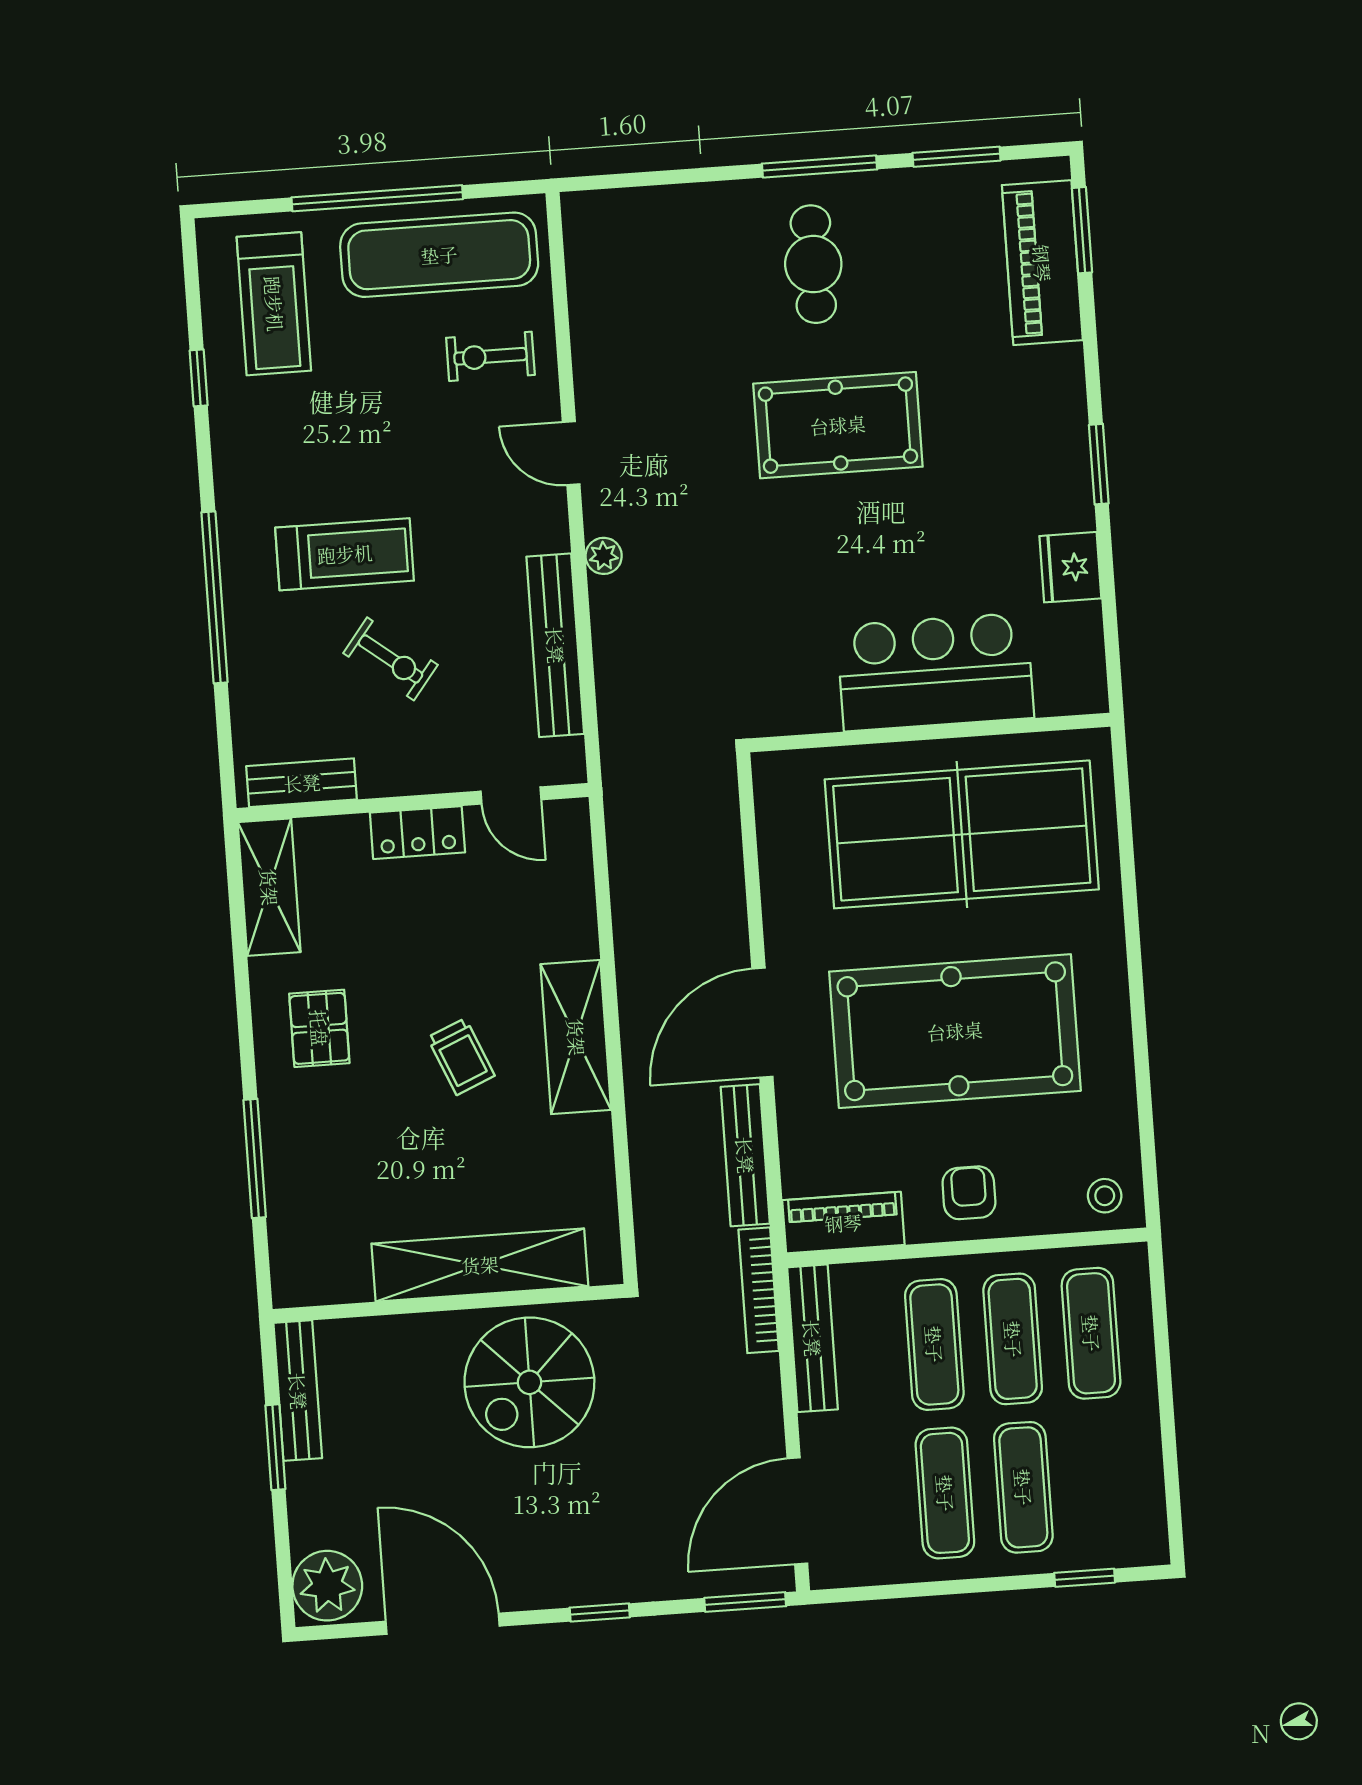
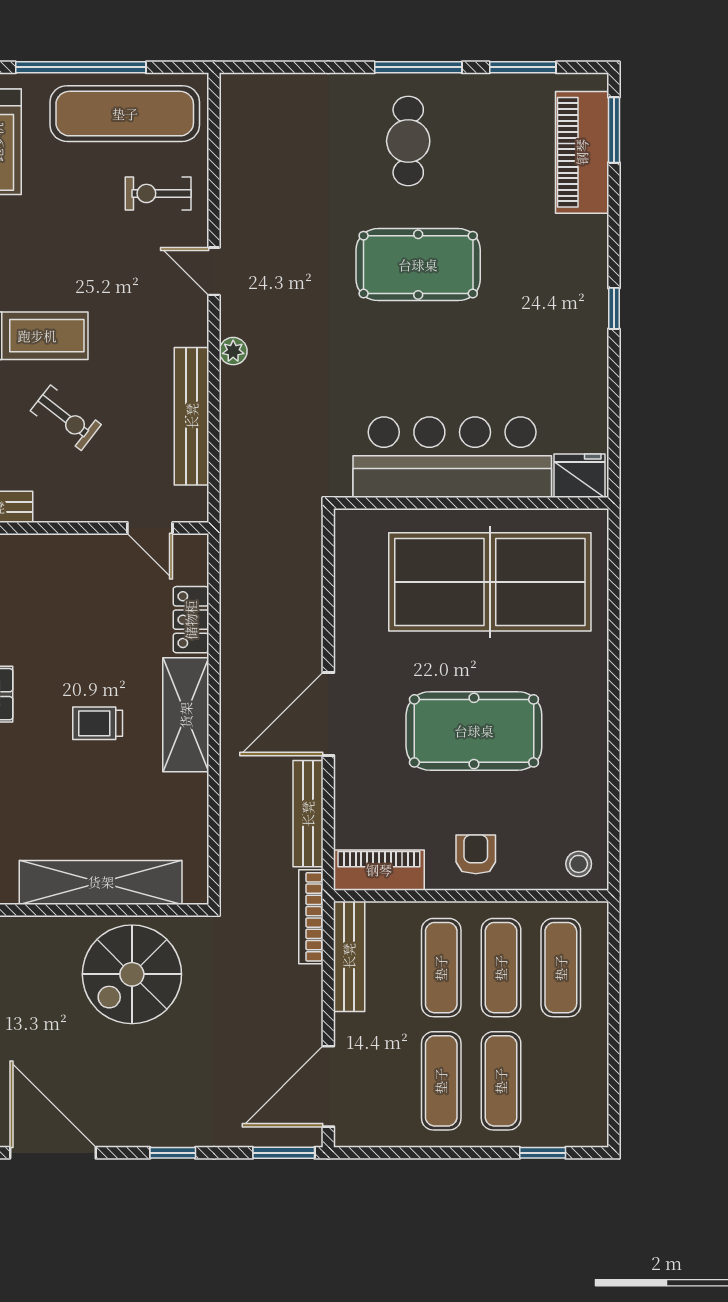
window: (1099, 464) -> (614, 308), width x0.67
fridge: (1070, 567) -> (580, 476), moved, turned 90
bar counter: (935, 672) -> (452, 457), width x1.36
locker: (417, 833) -> (191, 620), moved, turned 90
pool table: (955, 1031) -> (474, 731), width x0.73, depth x0.76
trolley: (461, 1057) -> (98, 723), turned 113

